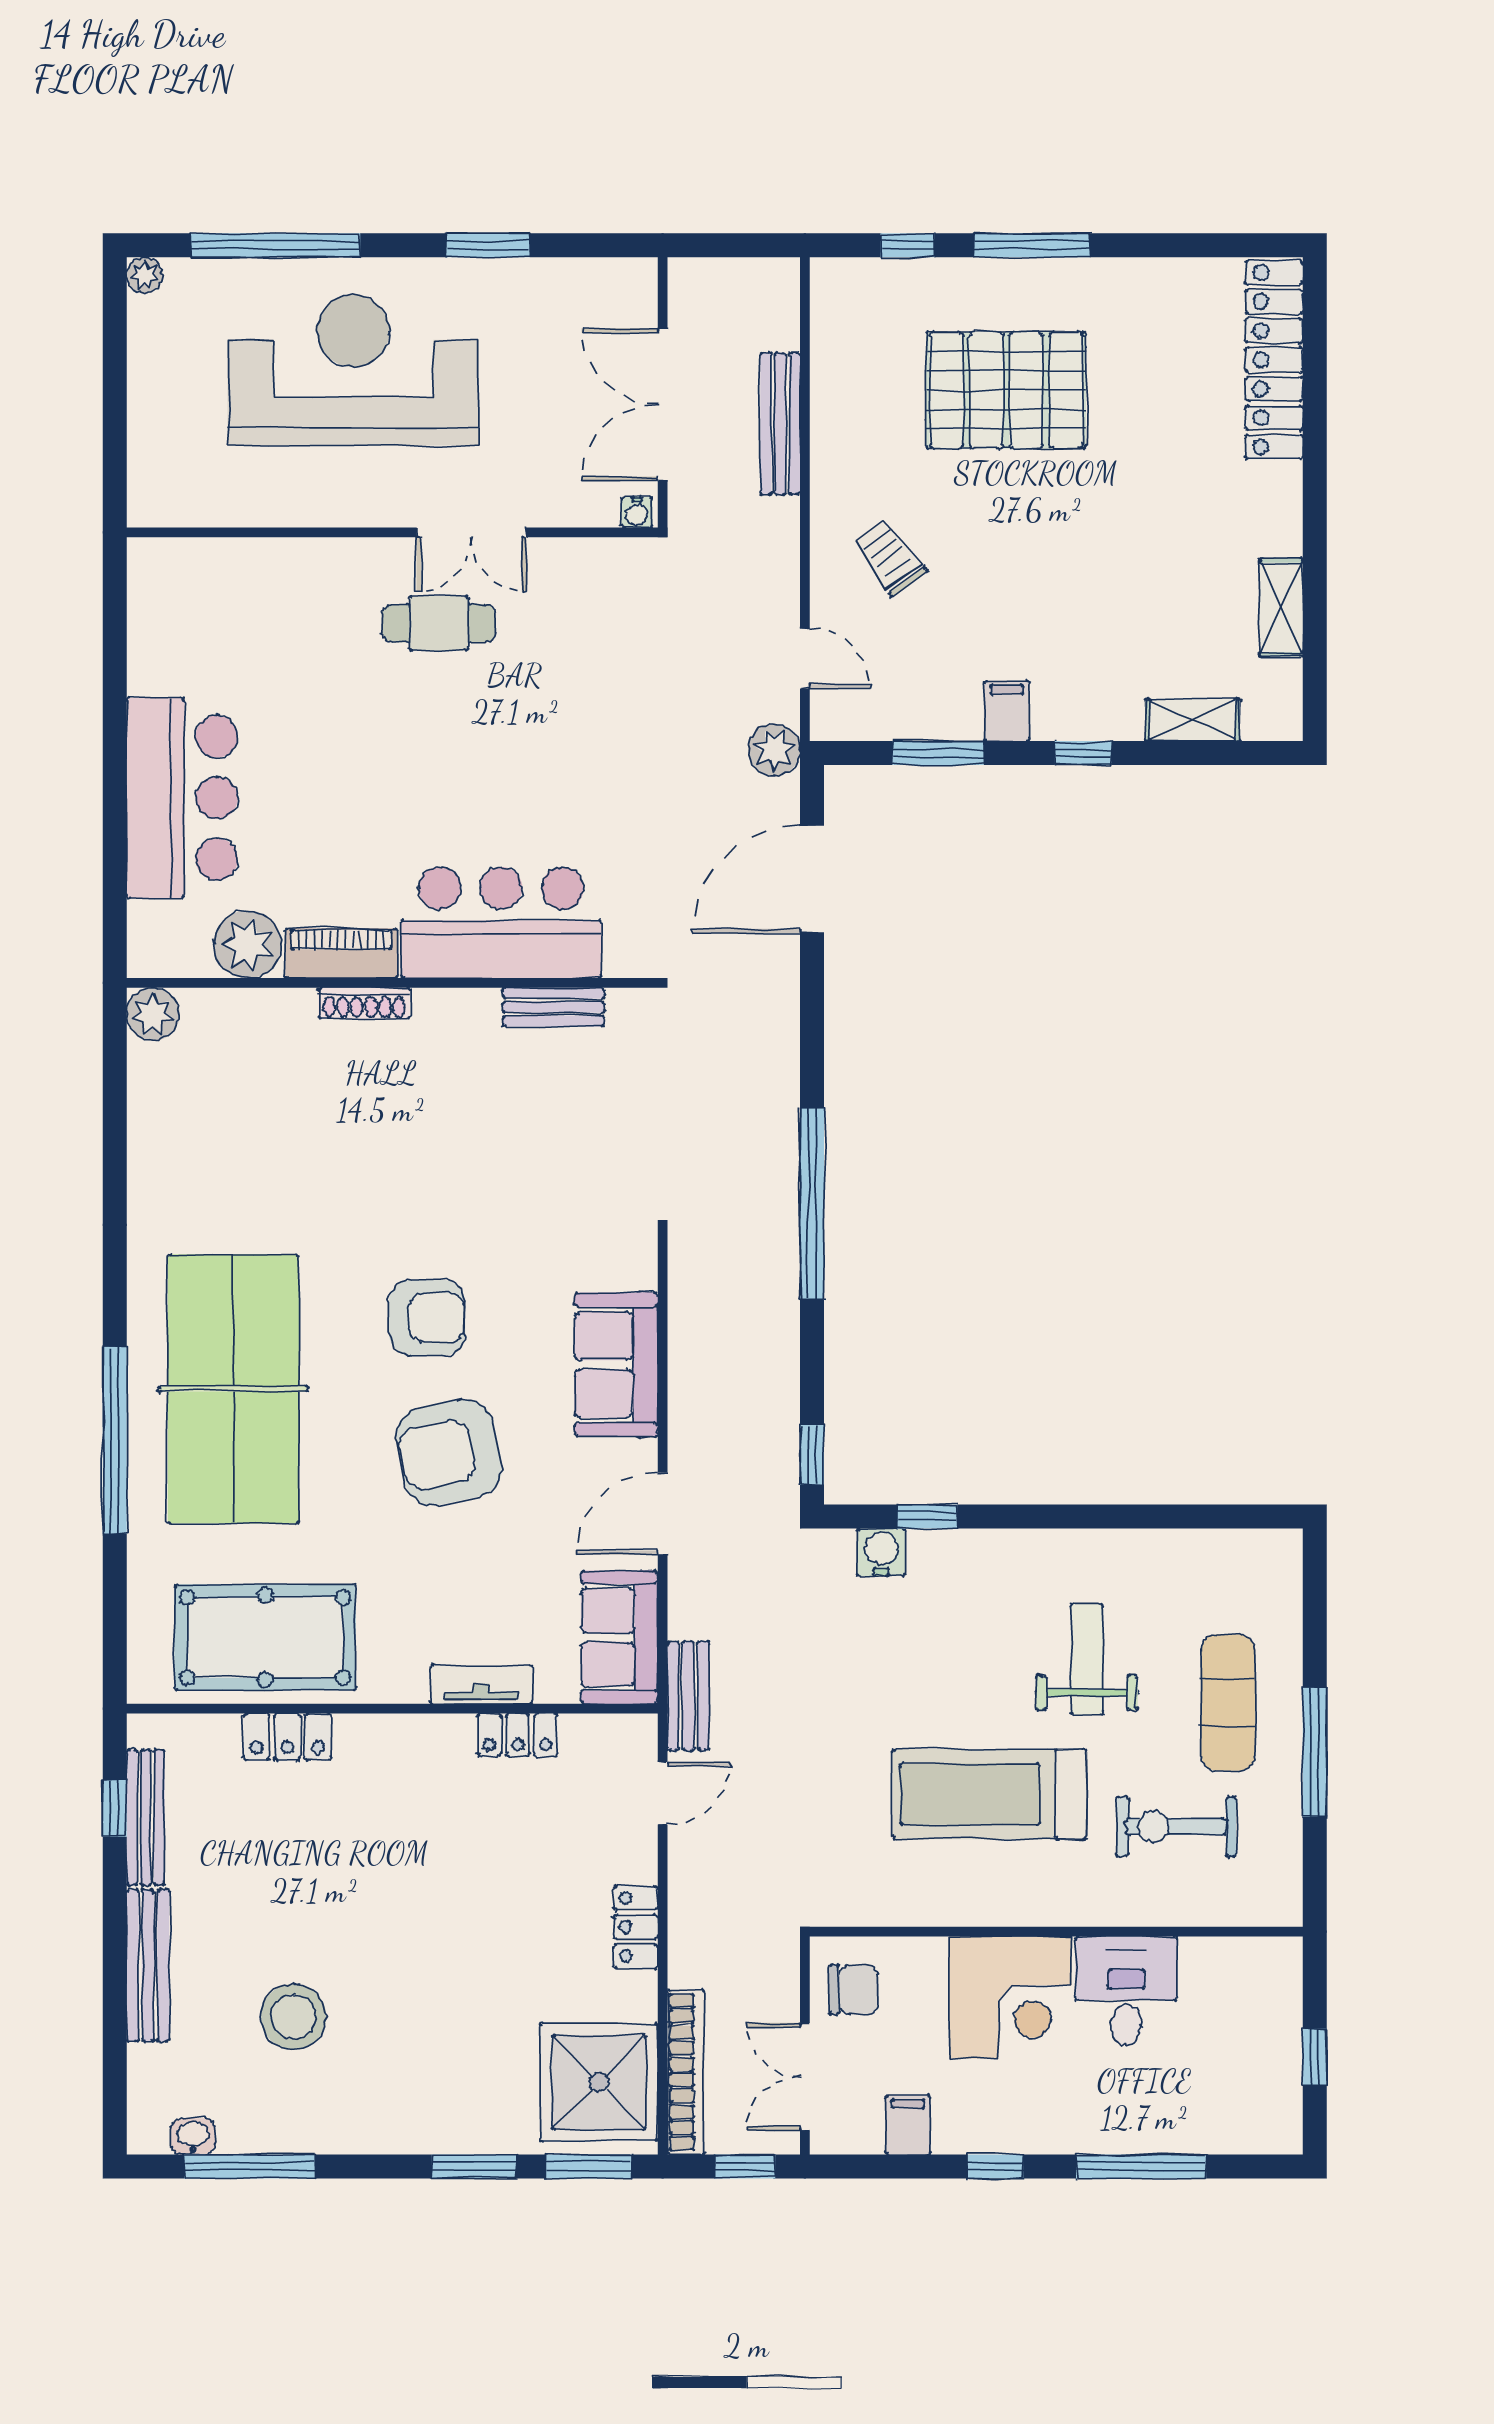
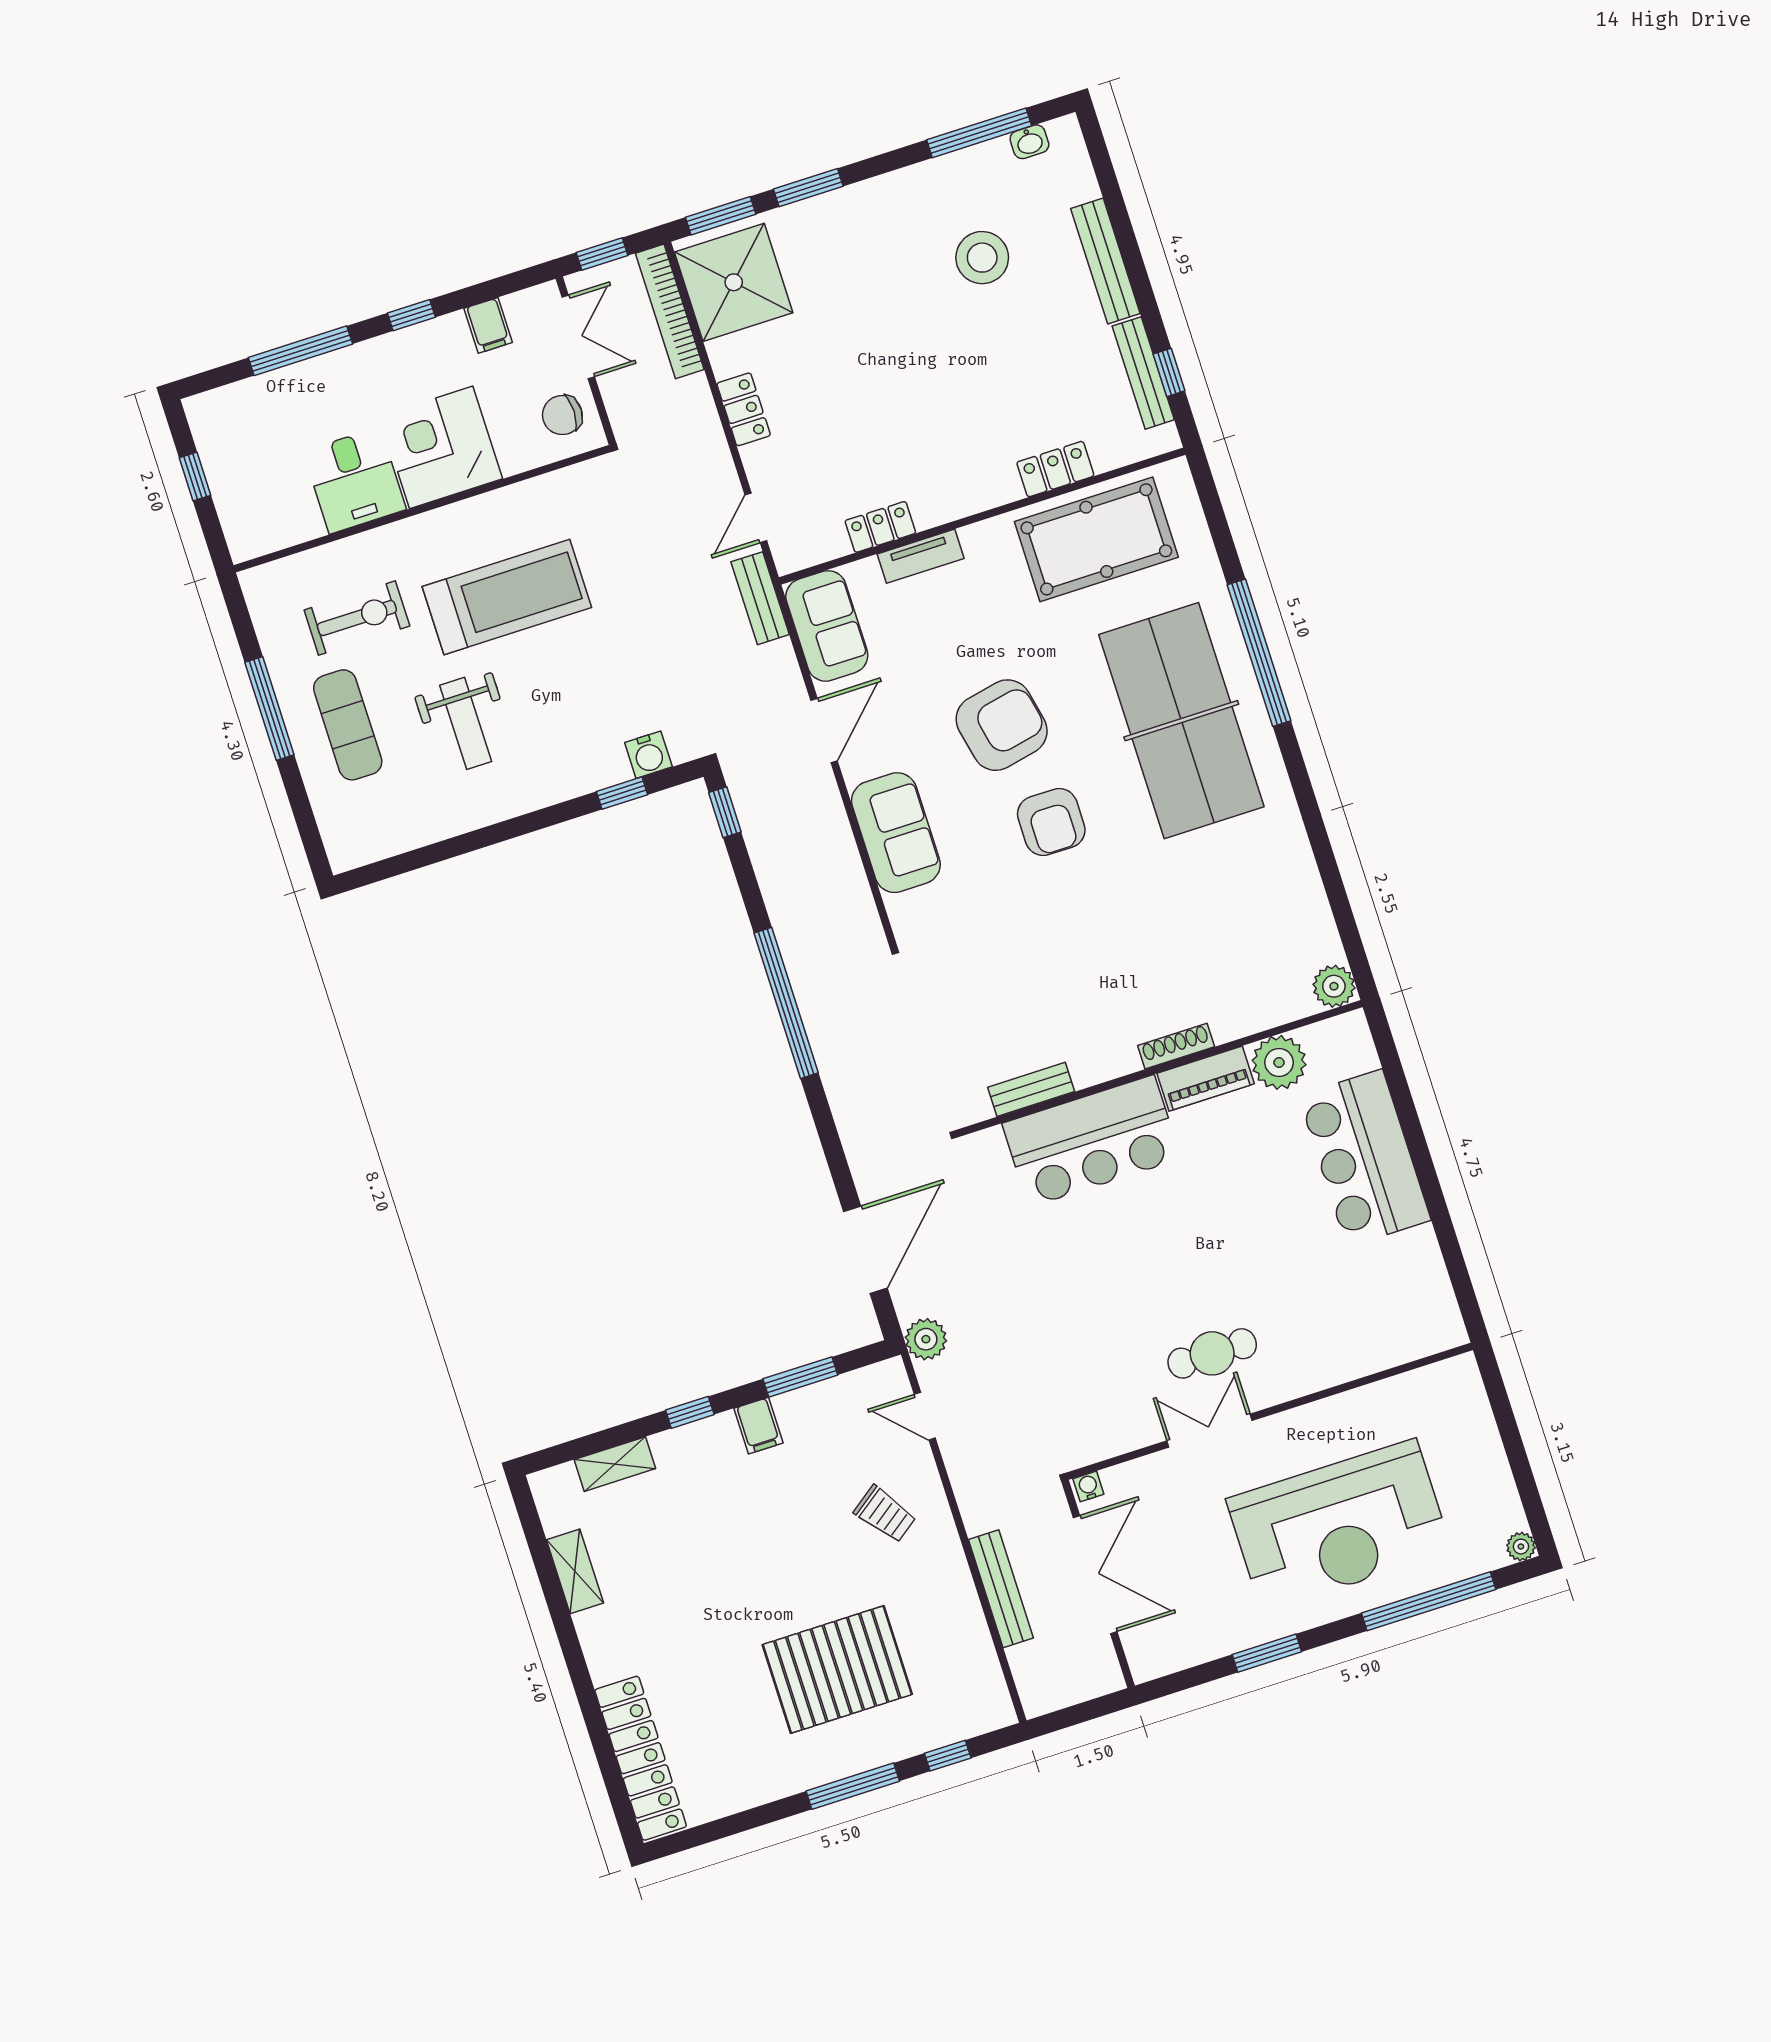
armchair: (427, 1318) -> (1051, 822), turned -90

